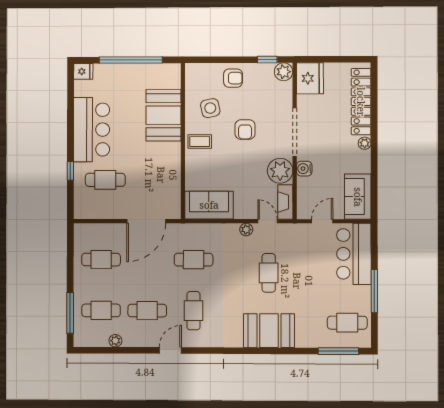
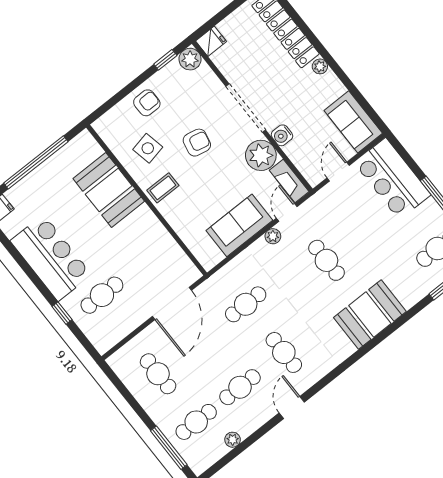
fridge: (310, 78) -> (211, 41), width x0.53, depth x0.75
armchair: (245, 130) -> (197, 143), turned -78
sofa: (209, 205) -> (239, 225), moved
door: (268, 221) -> (287, 212), hinge flipped
cafe table: (101, 260) -> (158, 374), turned 90

